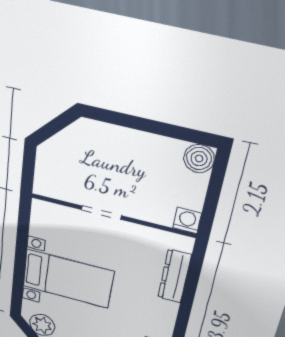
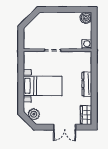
dresser: (174, 276) -> (87, 84), moved

